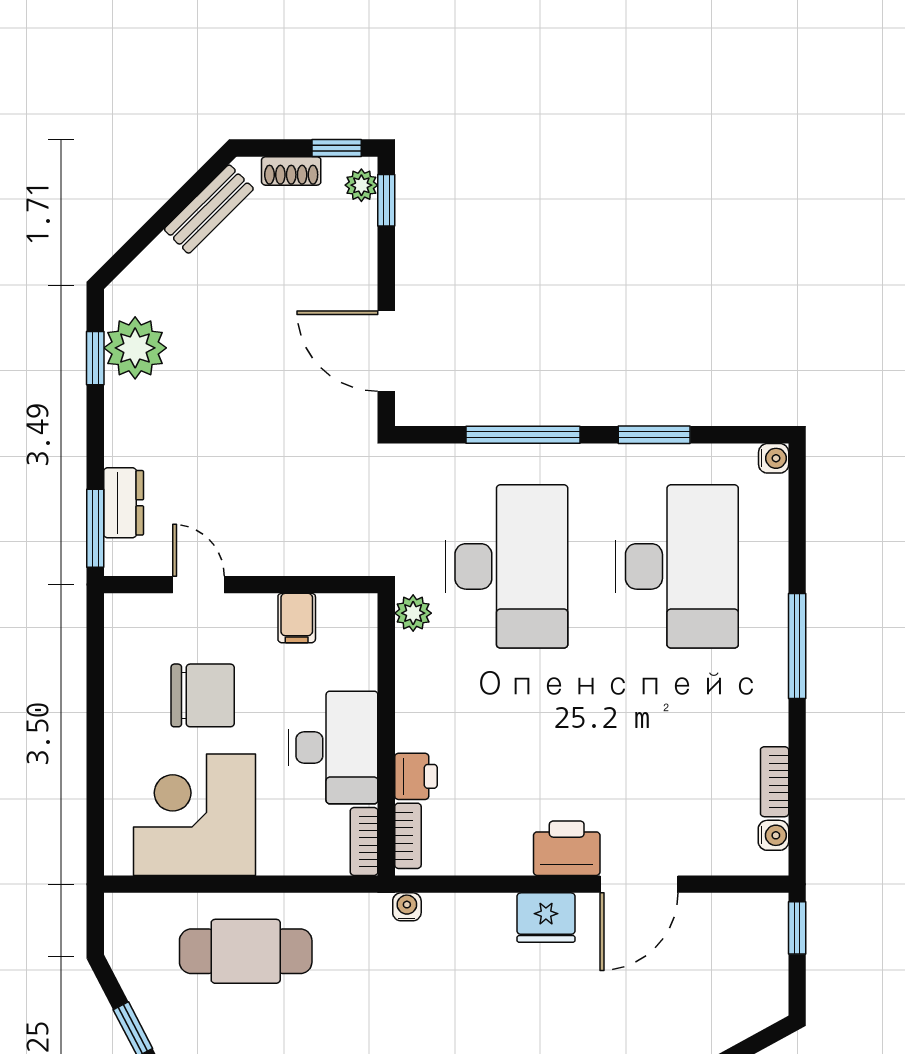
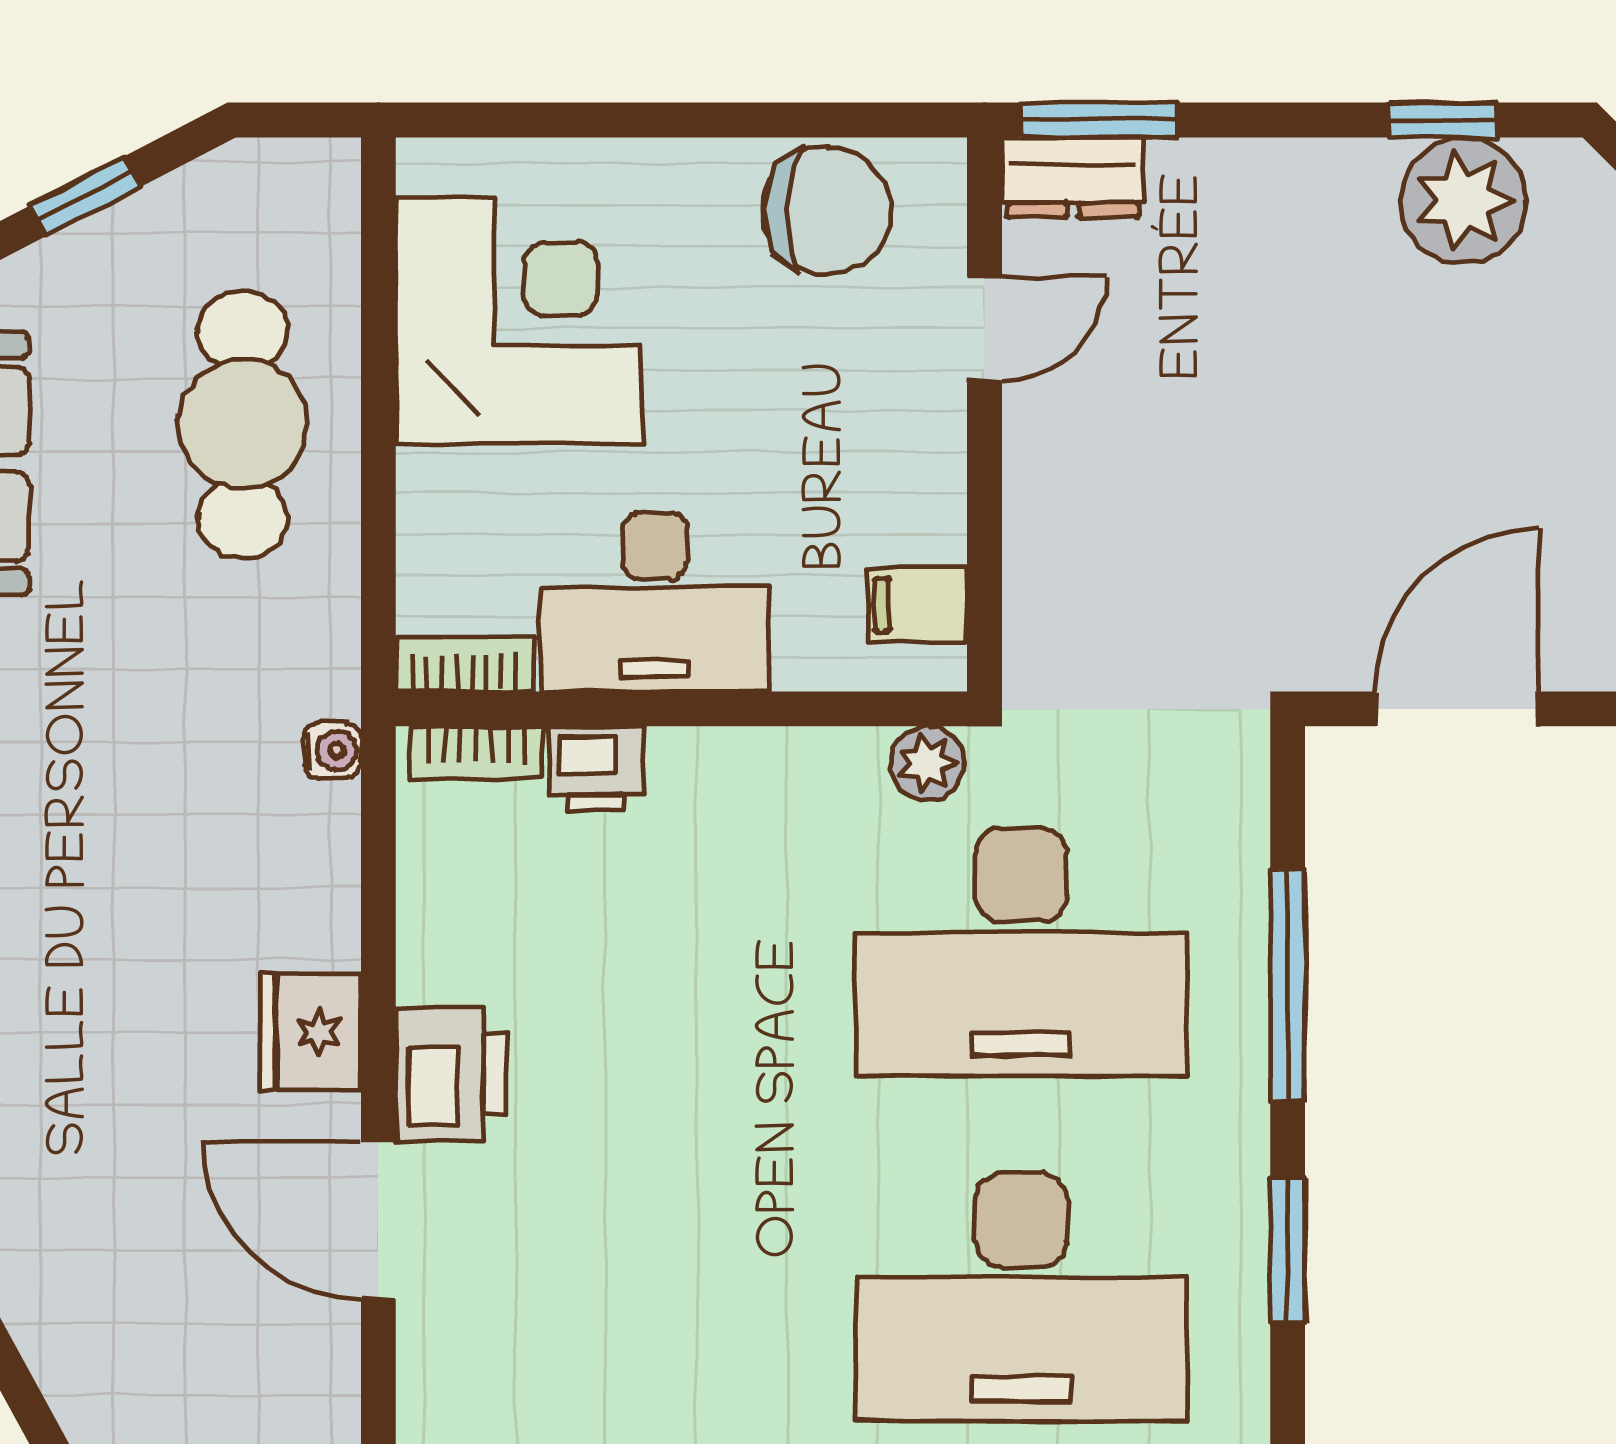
dresser: (124, 503) -> (1073, 177), moved
filing cabinet: (297, 618) -> (917, 605), moved
chair: (203, 695) -> (826, 211), moved, turned -88

